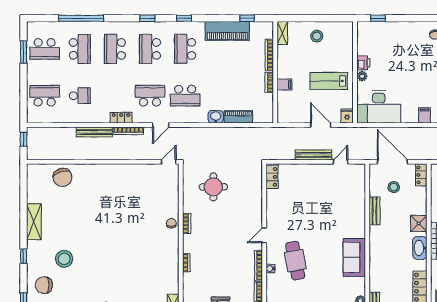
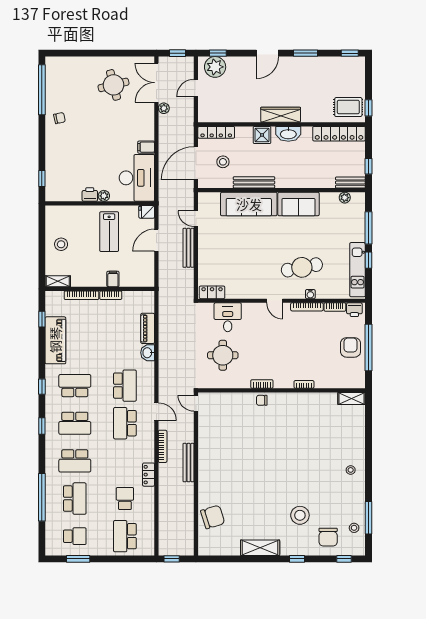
school desk: (45, 49) -> (75, 536), width x0.54
school desk: (80, 49) -> (75, 499), turned 90
school desk: (185, 49) -> (75, 386), turned 180
filing cabinet: (425, 115) -> (146, 147), moved
locker: (121, 118) -> (149, 475), moved
bench: (94, 132) -> (189, 463), moved
locker: (421, 175) -> (216, 132), width x1.53
desk: (249, 191) -> (228, 317), added
sofa: (354, 211) -> (249, 204), added
bench: (375, 211) -> (254, 182), width x1.36

